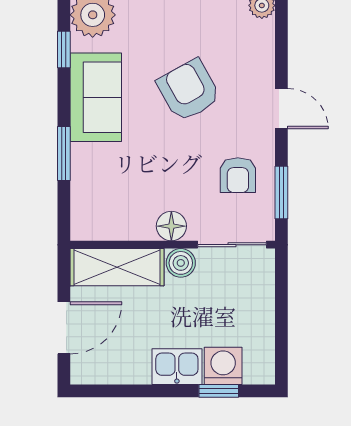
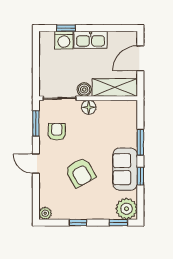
window: (64, 49) -> (140, 176), moved
kitchen sink: (177, 367) -> (91, 40), width x1.38

